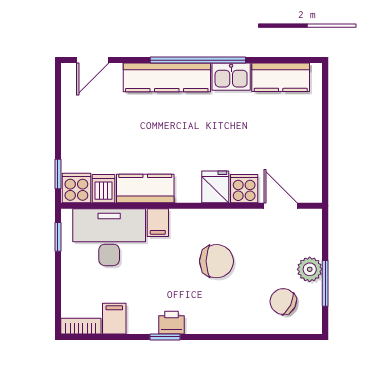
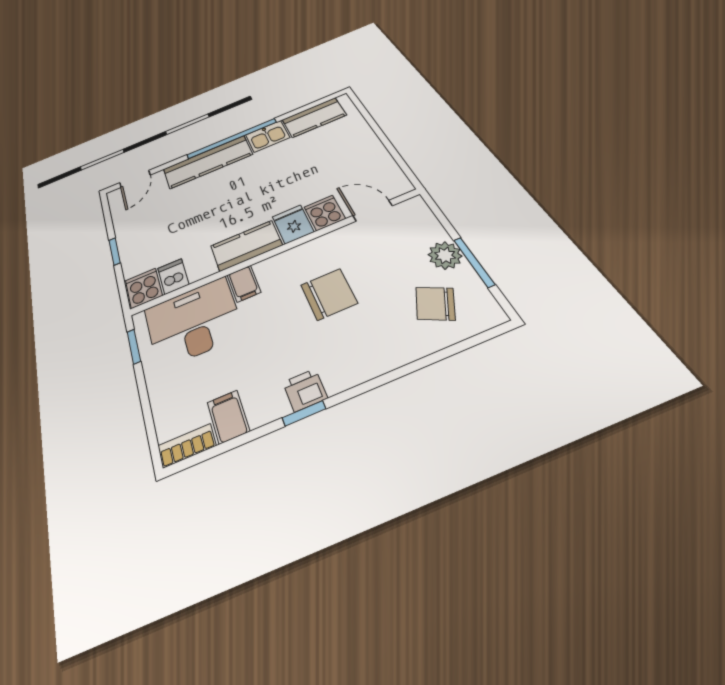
window: (58, 174) -> (115, 251), moved
kitchen counter: (145, 188) -> (246, 246), moved

